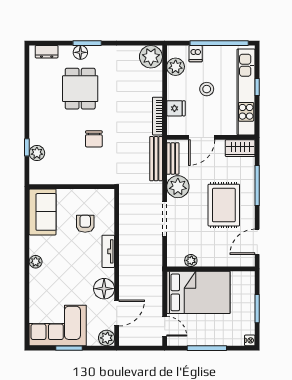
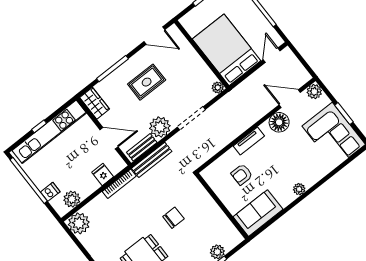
stool: (207, 89) -> (70, 163), removed
rug: (224, 205) -> (147, 82), width x0.73, depth x0.70
plant: (191, 260) -> (218, 88), moved

